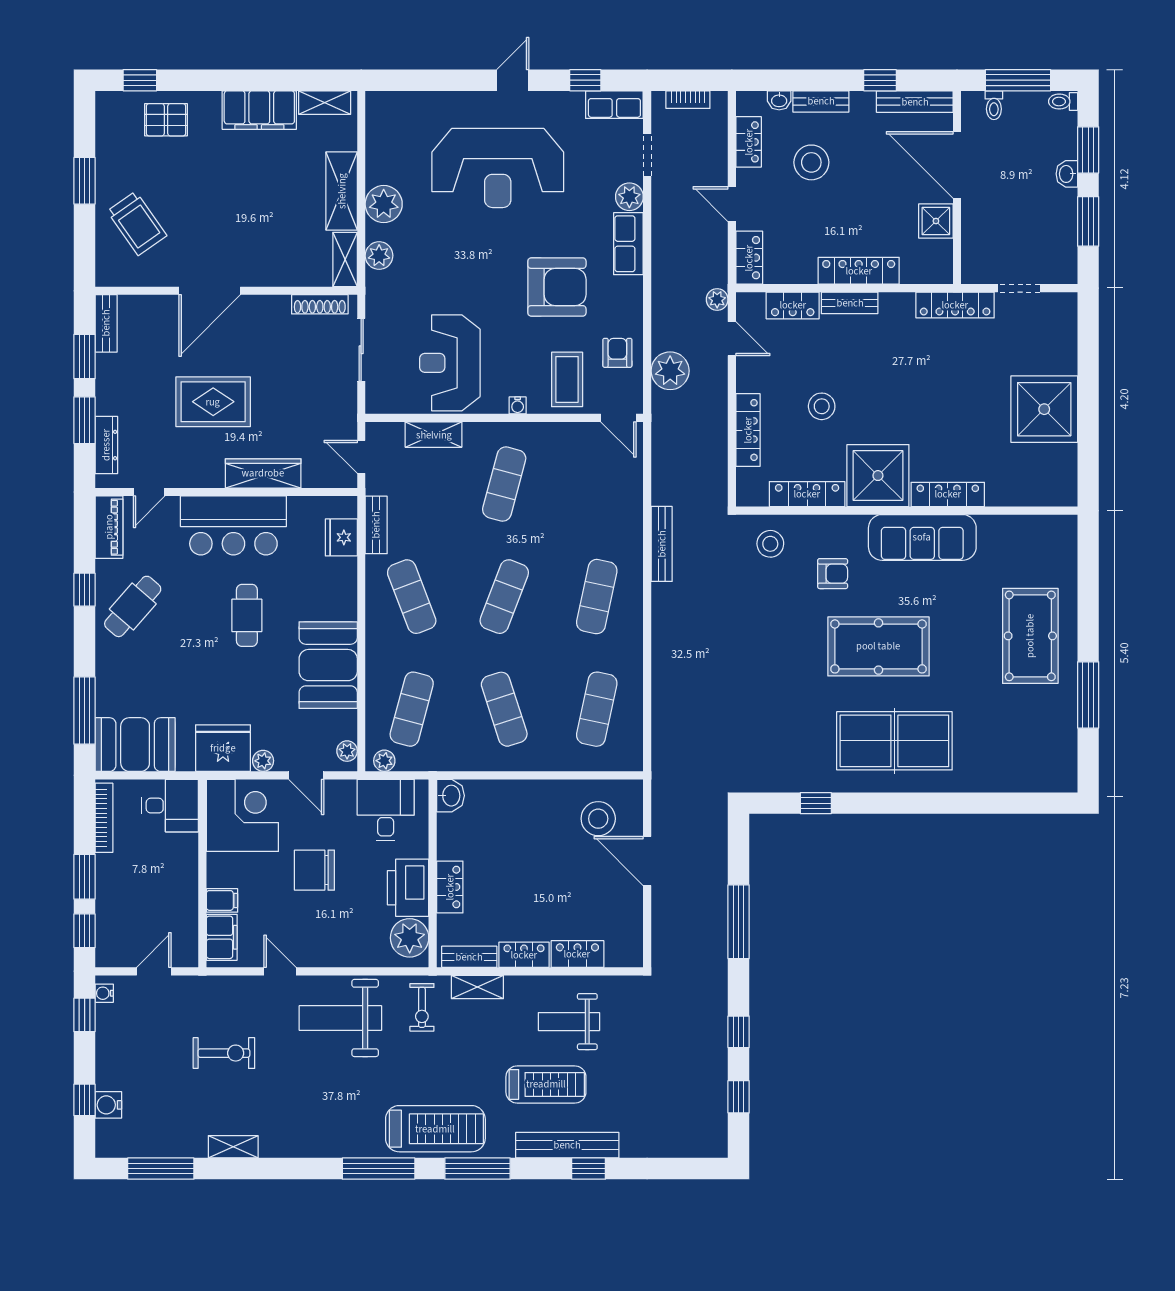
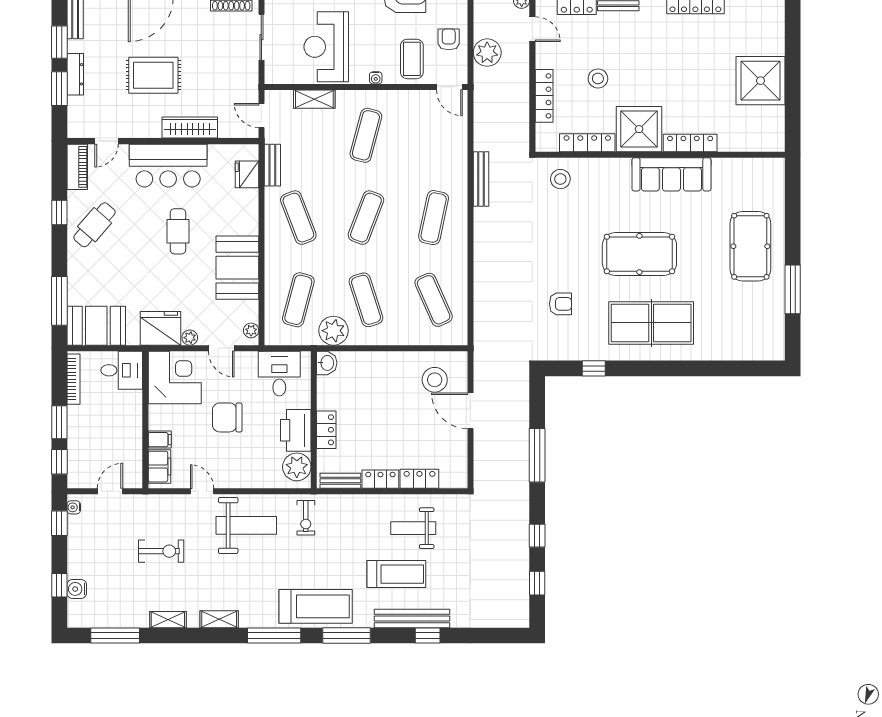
dresser: (106, 445) -> (75, 74), moved
armchair: (833, 574) -> (560, 304), moved
exercise mat: (597, 709) -> (434, 300), turned -36
plant: (384, 761) -> (333, 331), moved, width x1.88, depth x1.88
shelving: (477, 987) -> (219, 619), moved
weight bench: (340, 1018) -> (246, 525), turned 180

